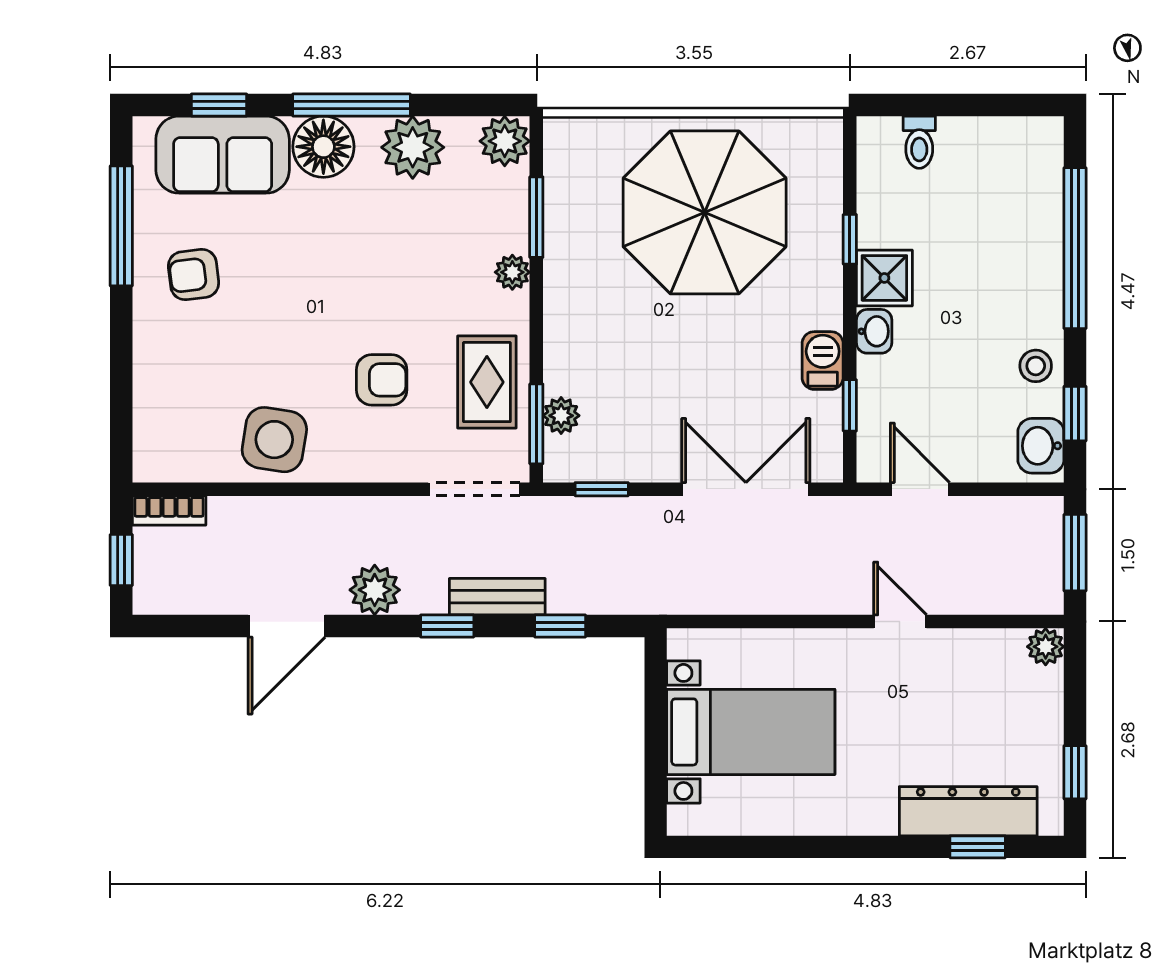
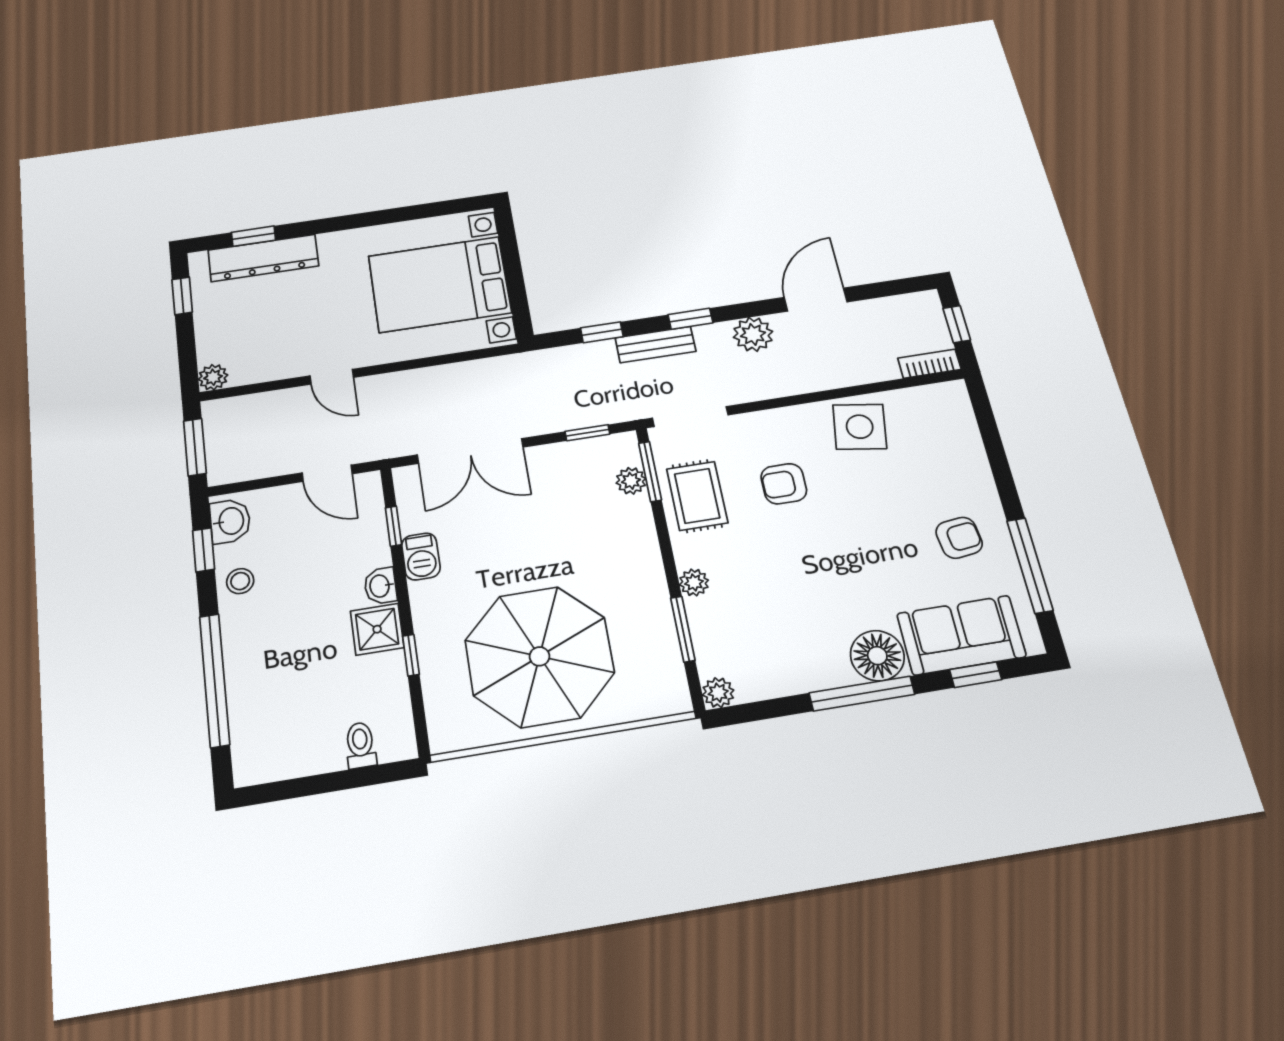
plant: (505, 141) -> (718, 693), width x0.73, depth x0.73
plant: (413, 147) -> (801, 668), removed
bed with nightstands: (751, 732) -> (440, 284), width x1.36

